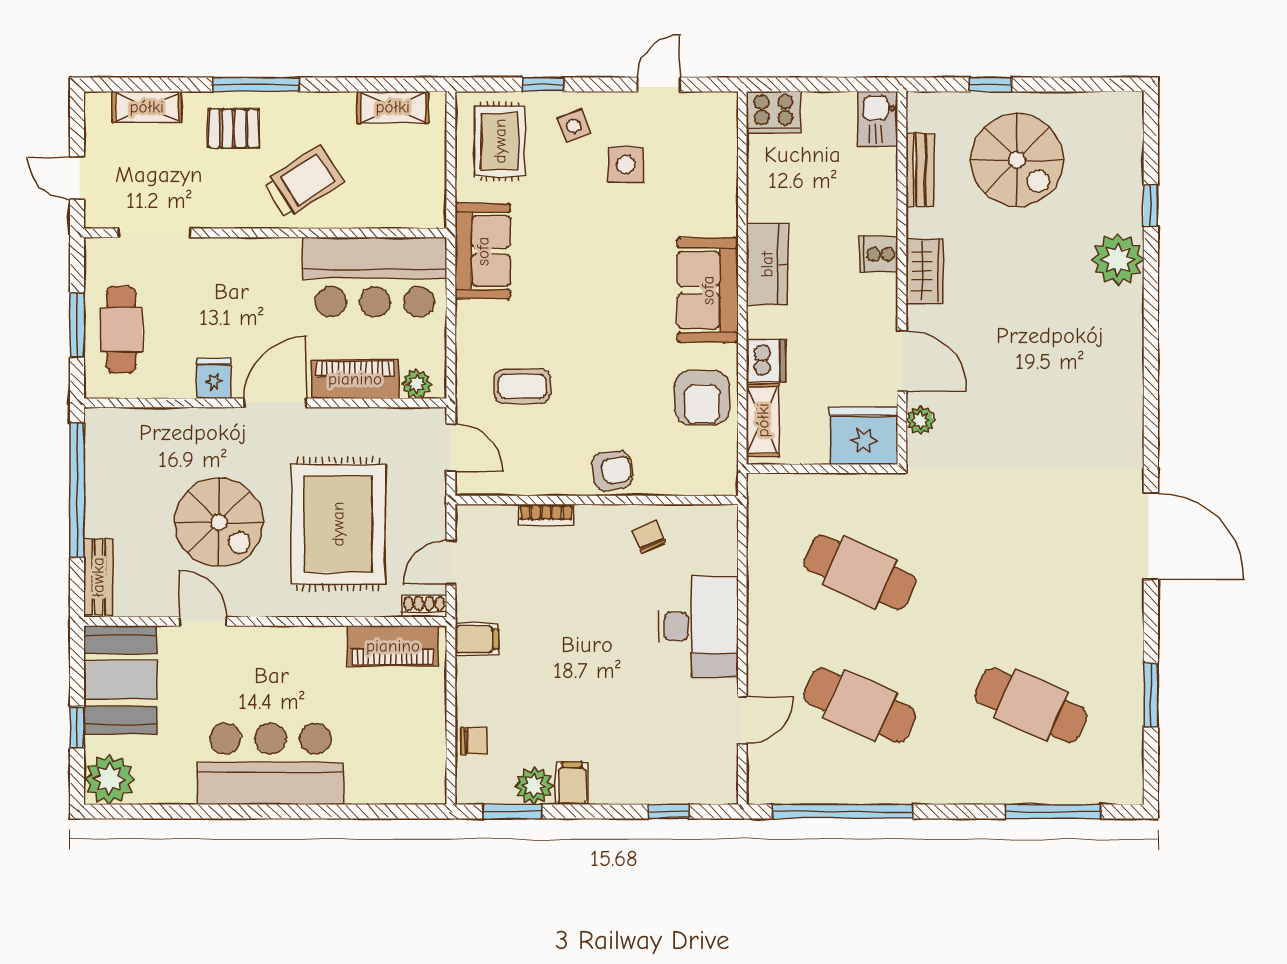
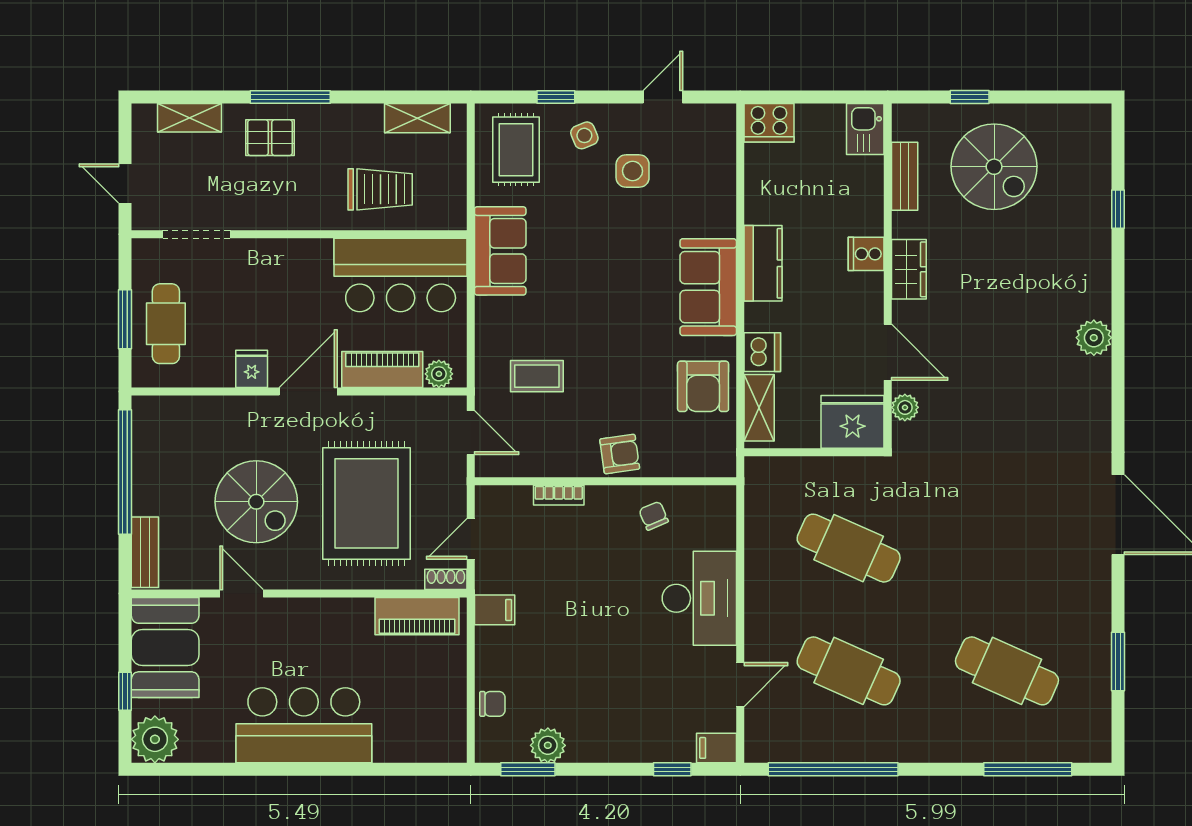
trolley: (304, 182) -> (380, 189), moved, turned 33
plant: (1118, 259) -> (1094, 338), moved, width x0.73, depth x0.73
filing cabinet: (572, 783) -> (717, 748), moved, turned -90

